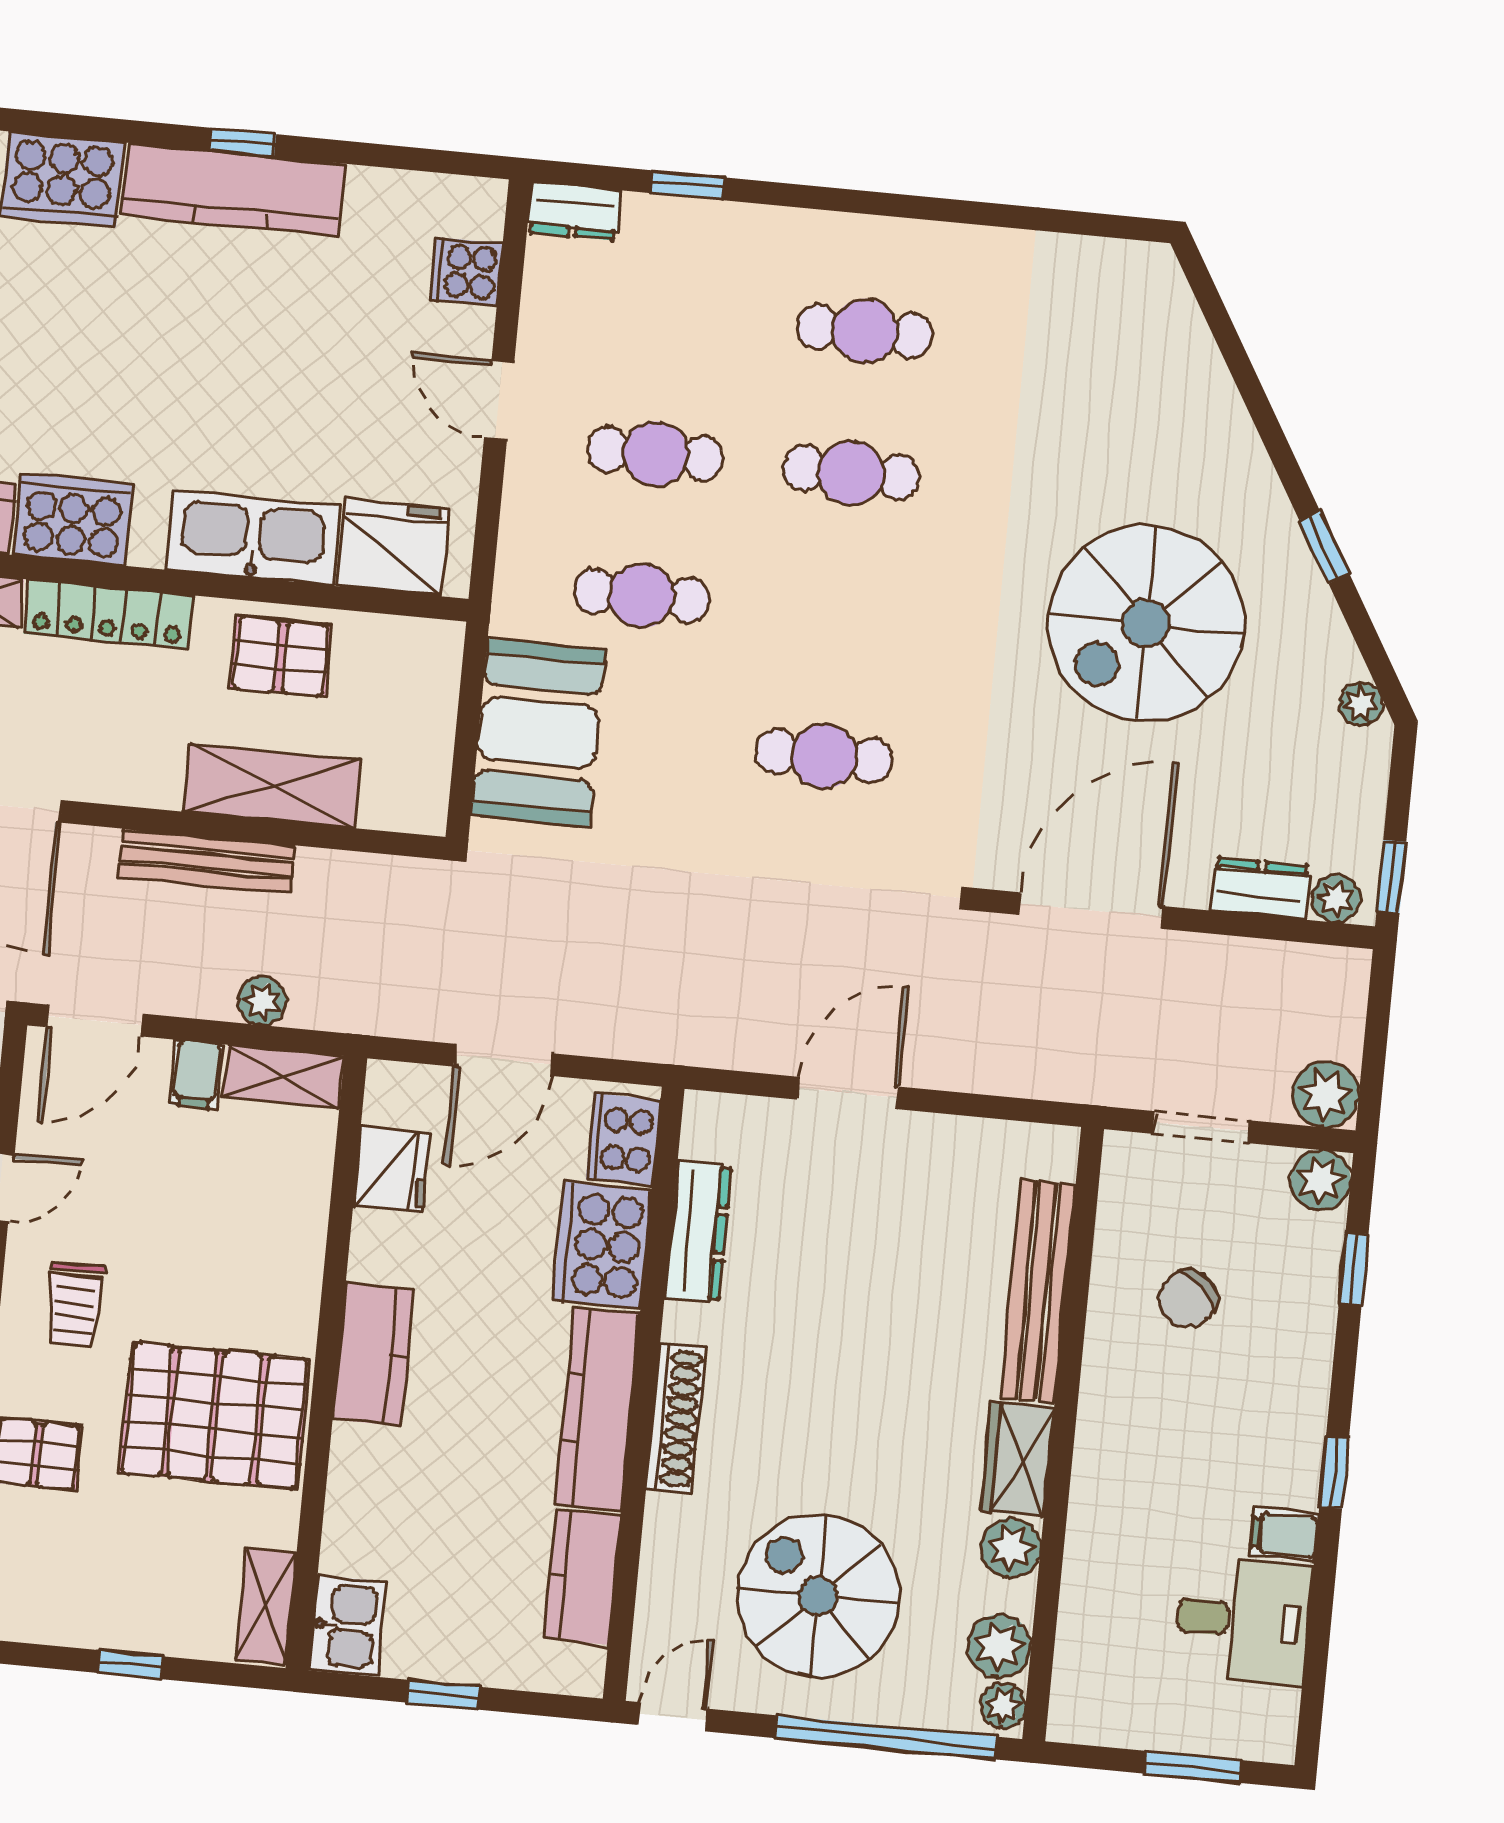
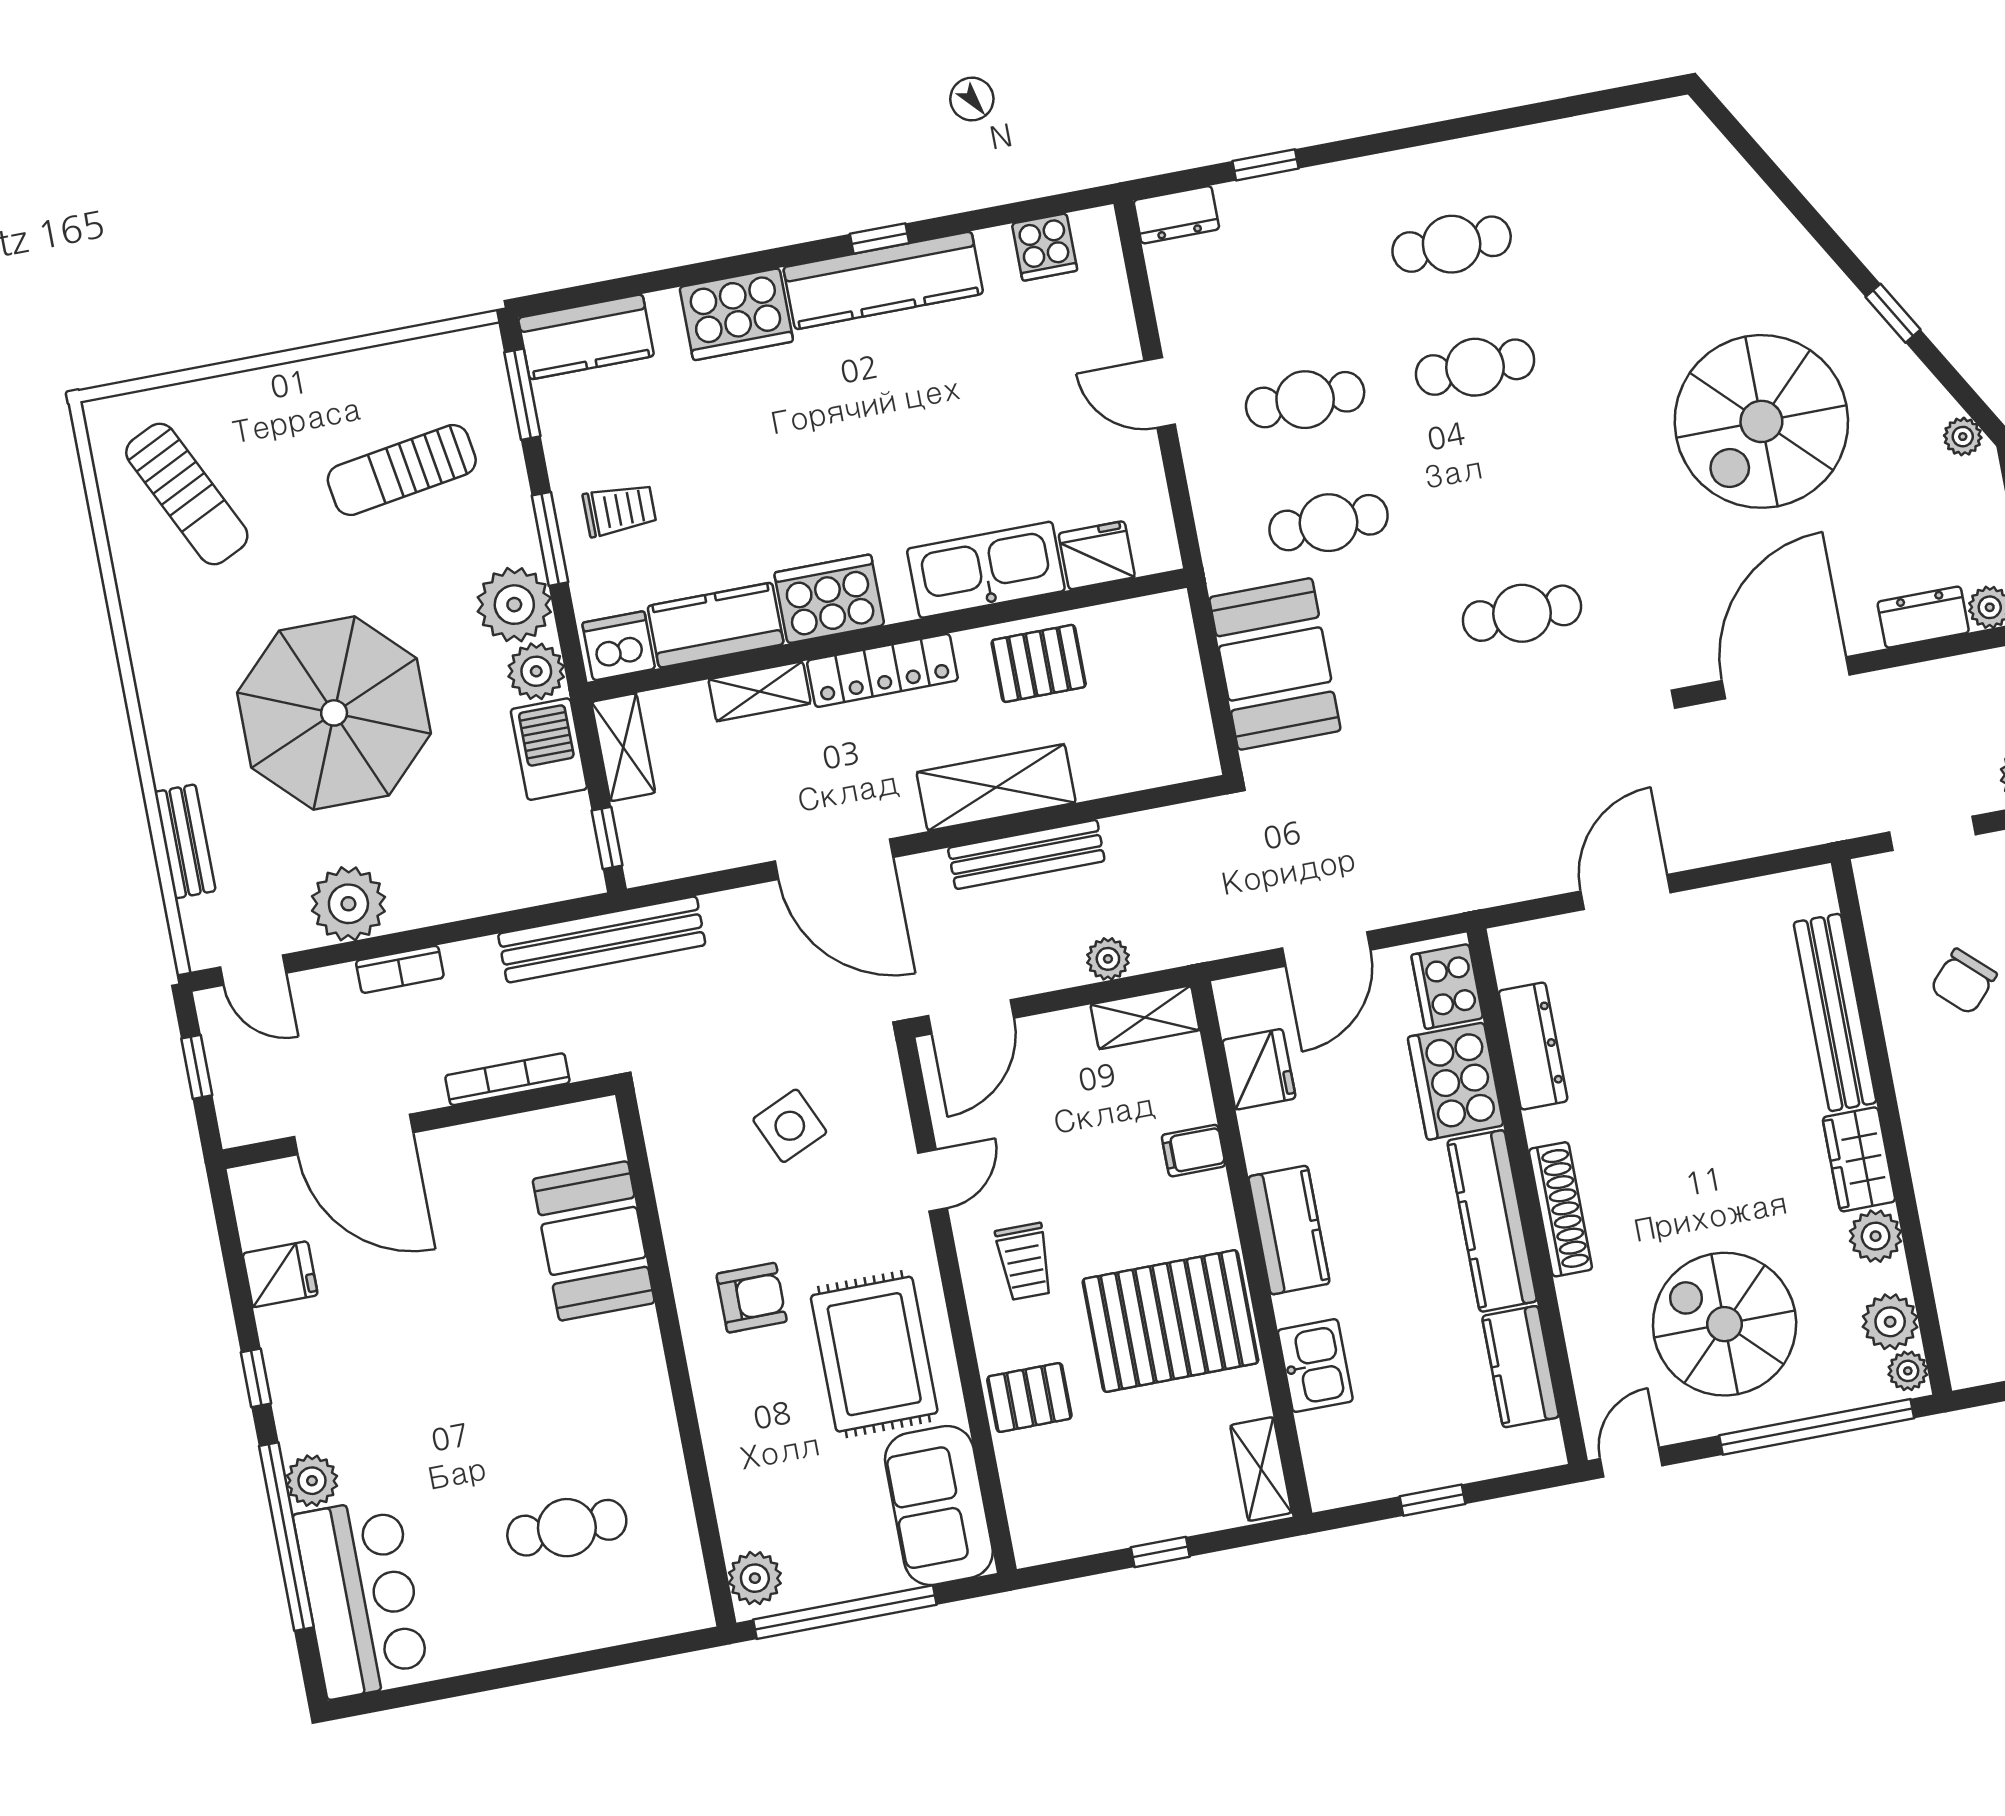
cooker: (467, 272) -> (1045, 247), moved, turned -90
fridge: (393, 548) -> (1097, 555), width x0.73, depth x0.75
shelving: (272, 786) -> (996, 787), moved
filing cabinet: (196, 1074) -> (1194, 1151), moved, turned 90
kitchen sink: (347, 1626) -> (1315, 1366), moved

